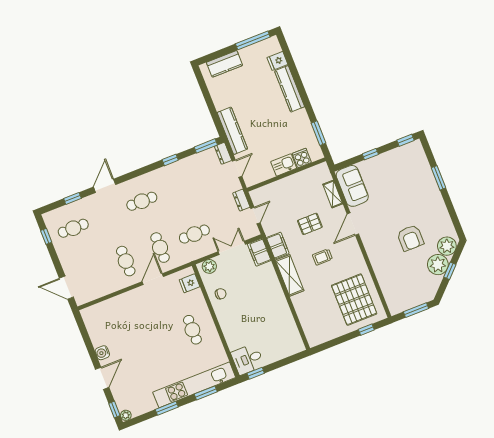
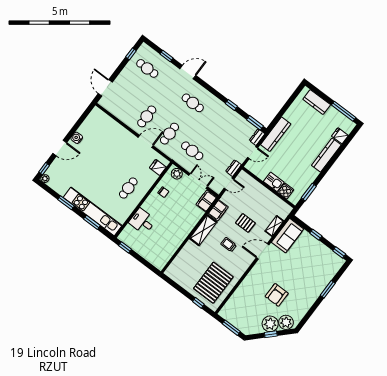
desk: (248, 359) -> (142, 221), moved

